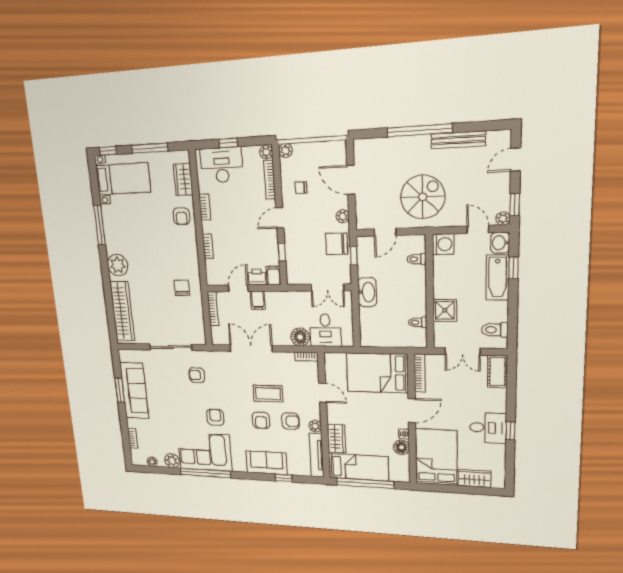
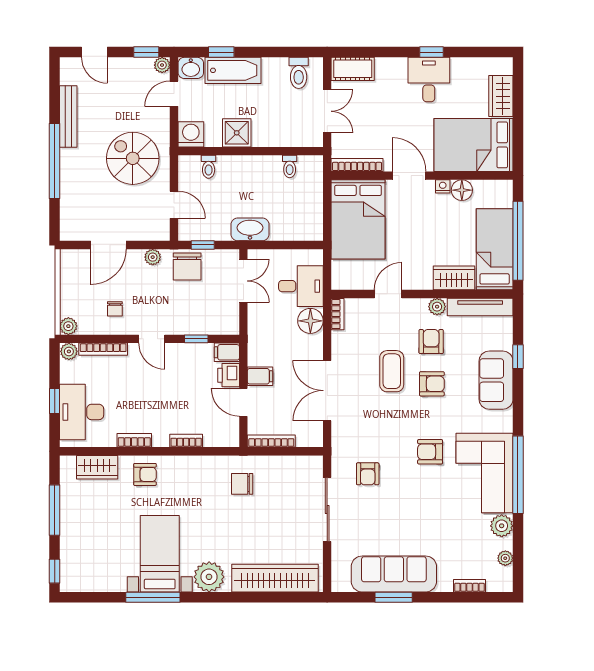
bed with nightstands: (123, 179) -> (160, 554), moved
shower: (445, 310) -> (237, 133), moved

